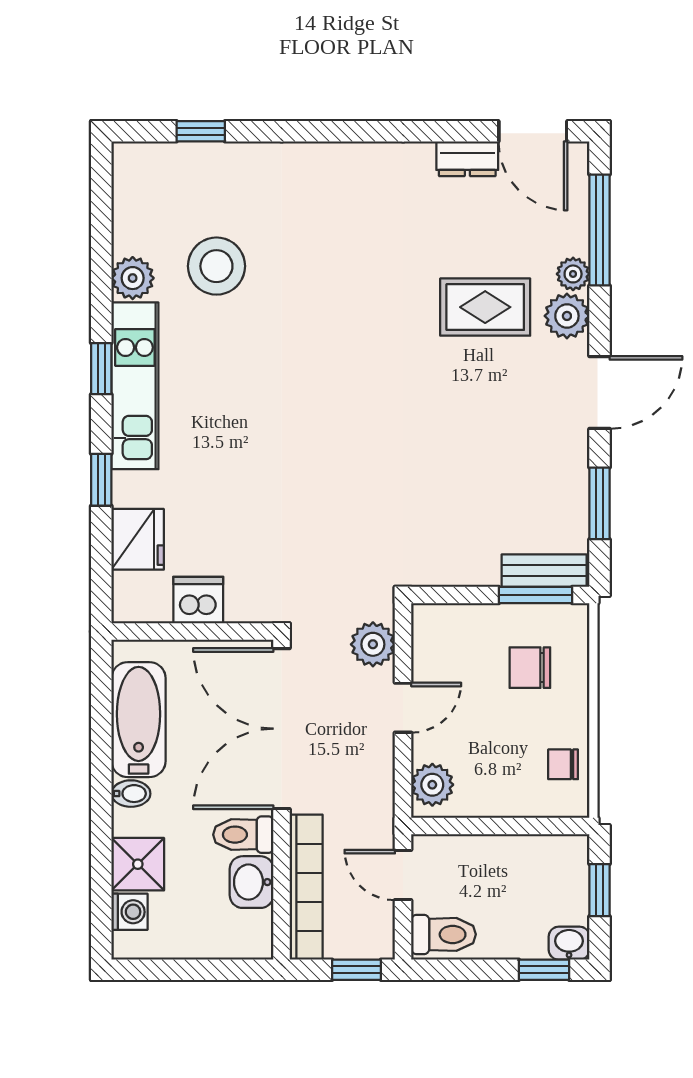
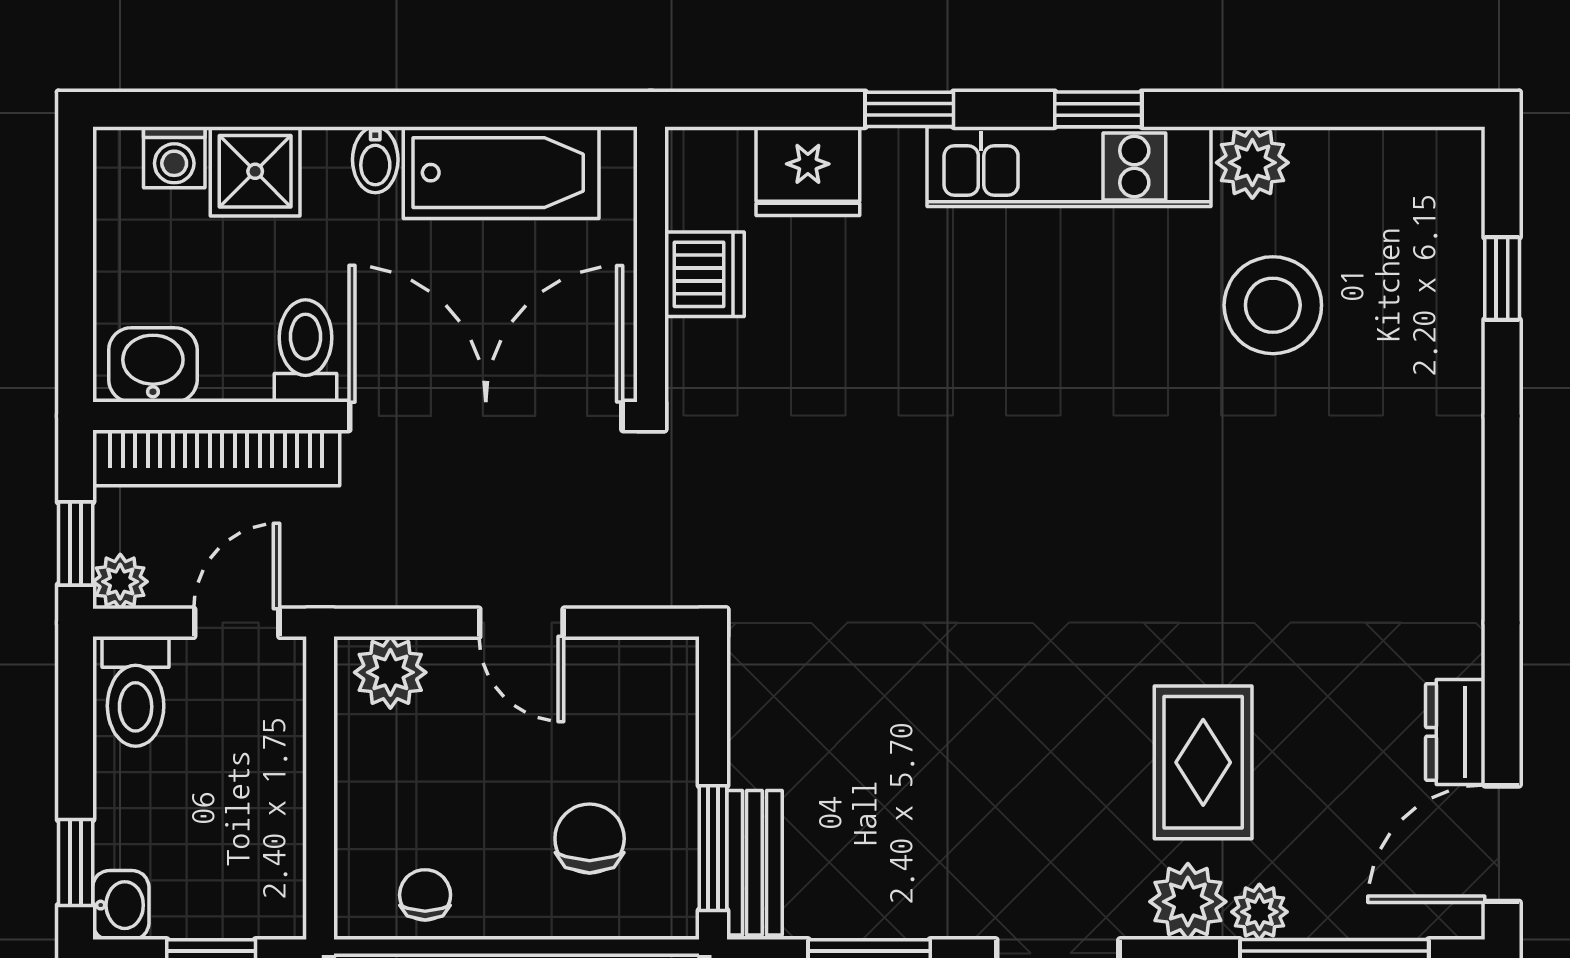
plant: (373, 644) -> (120, 582), moved, width x0.73, depth x0.73
washbasin: (252, 882) -> (153, 365), moved

